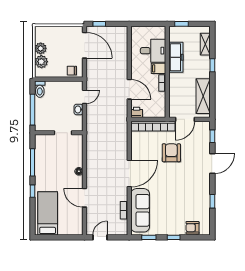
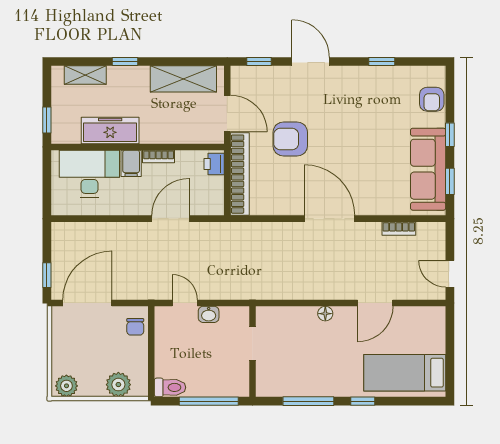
plant: (41, 48) -> (66, 386), moved
desk: (153, 51) -> (89, 174), width x1.37
printer: (137, 112) -> (214, 164), moved
sofa: (140, 210) -> (428, 169), moved, turned -90

